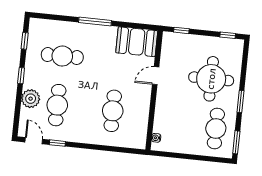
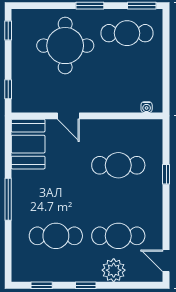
cafe table: (62, 56) -> (56, 236), turned 90
door: (34, 141) -> (166, 261), hinge flipped
window: (57, 143) -> (166, 174), moved

